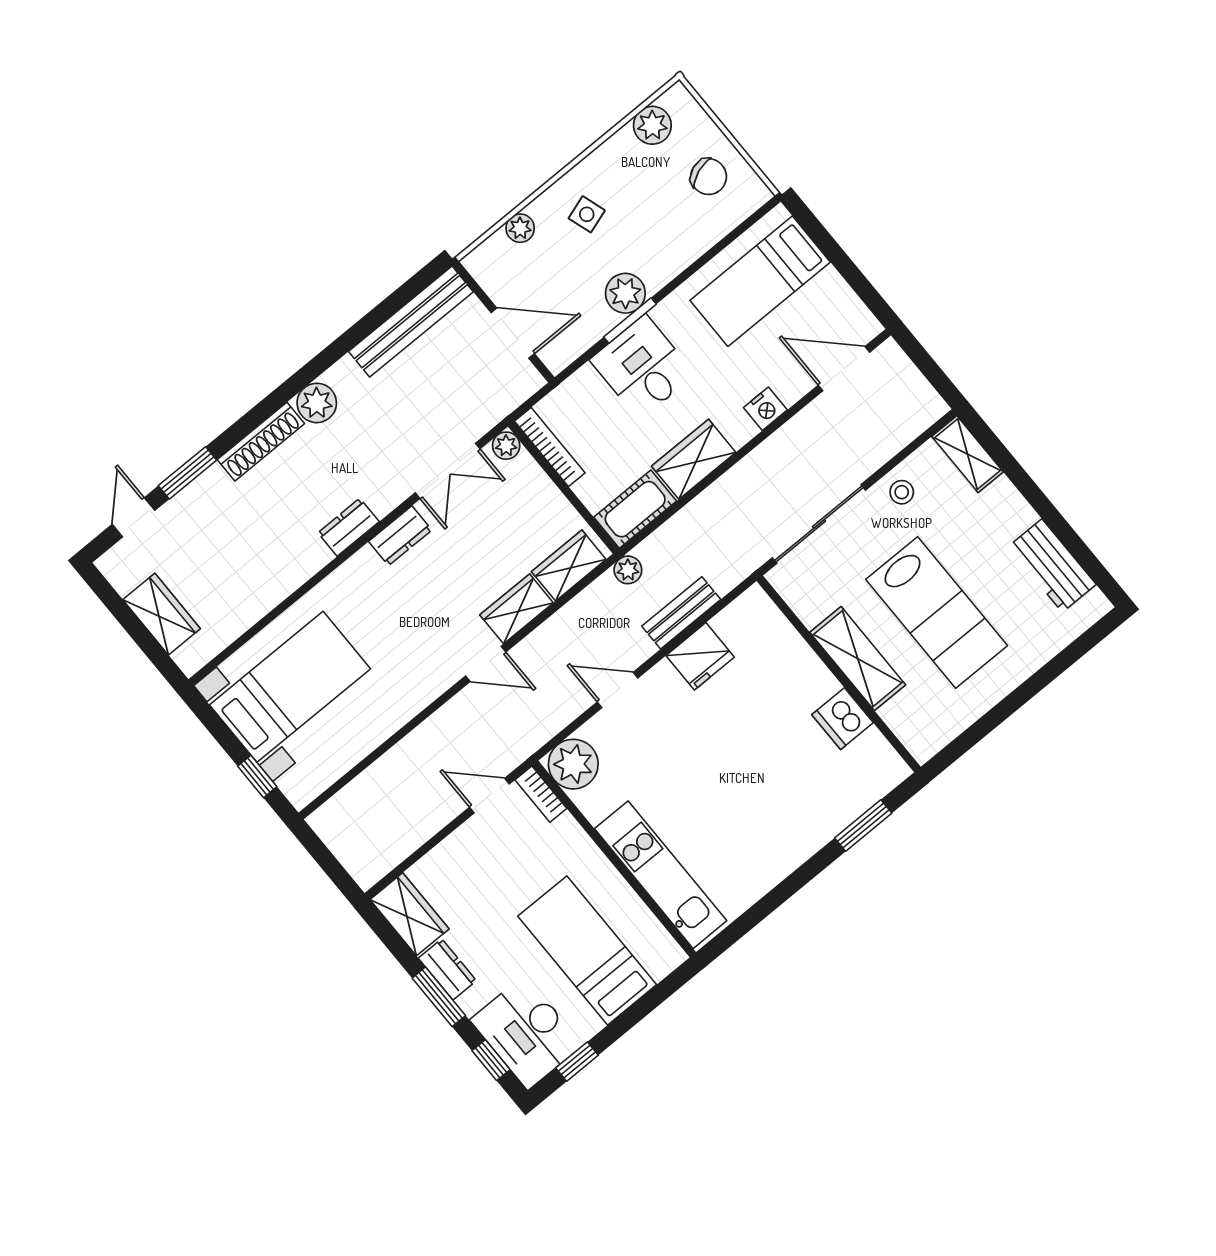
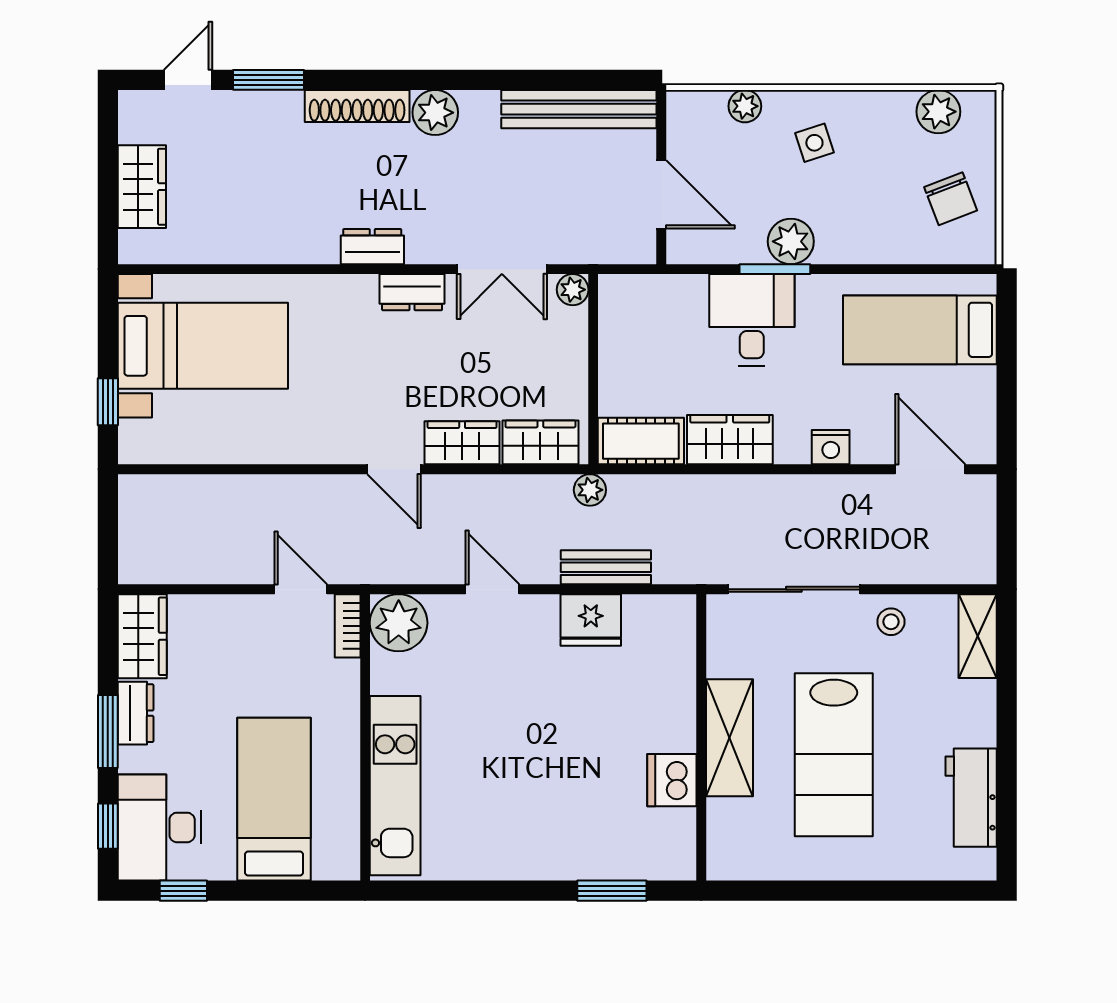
bookcase: (550, 447) -> (611, 323), removed

